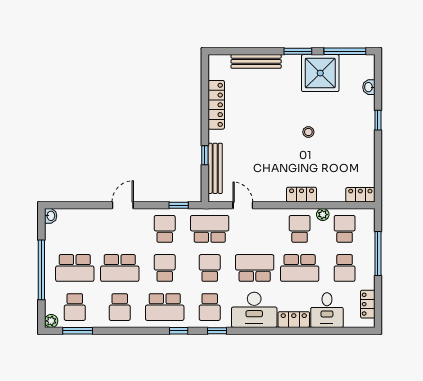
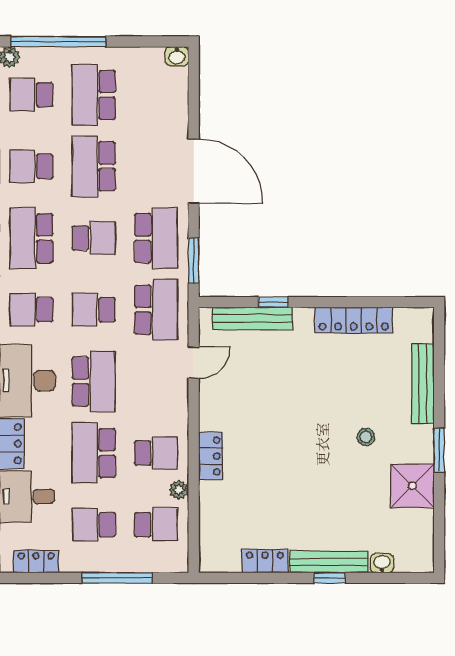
window: (345, 51) -> (439, 525), removed
shower: (320, 73) -> (412, 486), width x0.73, depth x0.73
bench: (368, 120) -> (329, 562), added
stool: (308, 132) -> (366, 437), moved
locker: (360, 195) -> (265, 561), moved, turned -90
door: (123, 205) -> (194, 171), width x1.88
window: (179, 205) -> (194, 260), width x1.50
school desk: (165, 229) -> (156, 238), width x1.85
school desk: (210, 268) -> (94, 310), turned 180
window: (41, 270) -> (58, 42), moved

